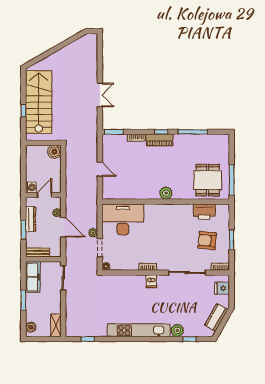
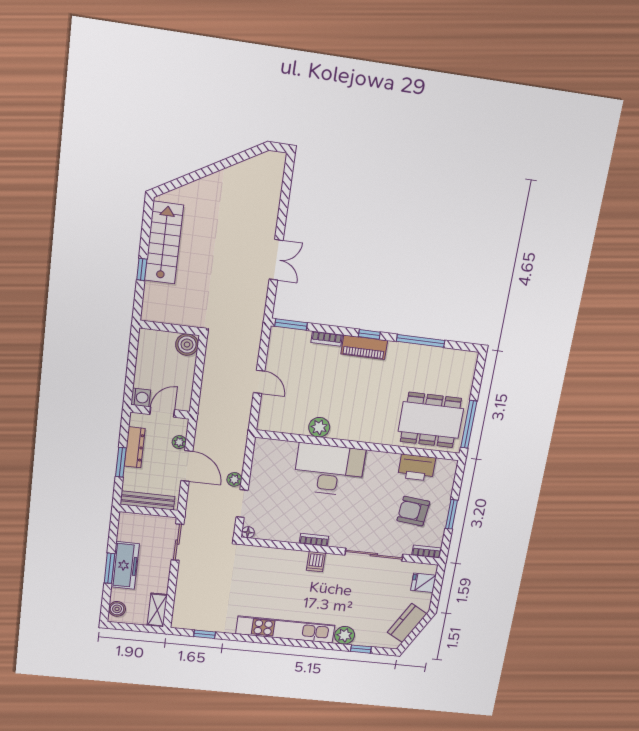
stairs: (39, 102) -> (164, 243), width x0.73, depth x0.66
dining table: (208, 180) -> (431, 420), width x1.38
plant: (166, 193) -> (319, 427), moved
desk: (123, 219) -> (329, 470), moved
bench: (38, 252) -> (148, 500), width x1.36
freezer: (33, 277) -> (125, 565), moved

